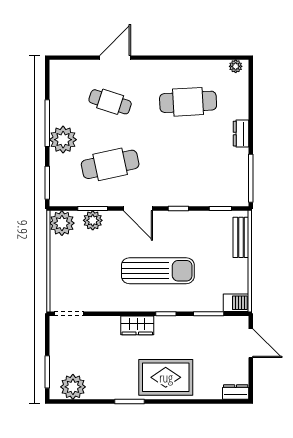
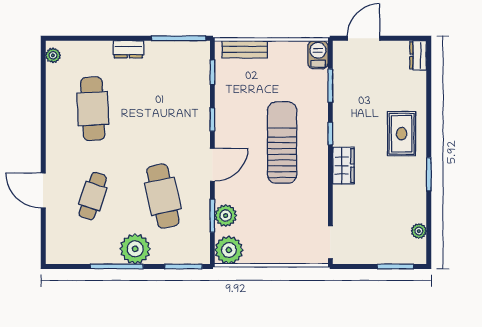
rug: (166, 377) -> (402, 134), width x0.73, depth x0.70
plant: (73, 387) -> (419, 231), width x0.53, depth x0.53

